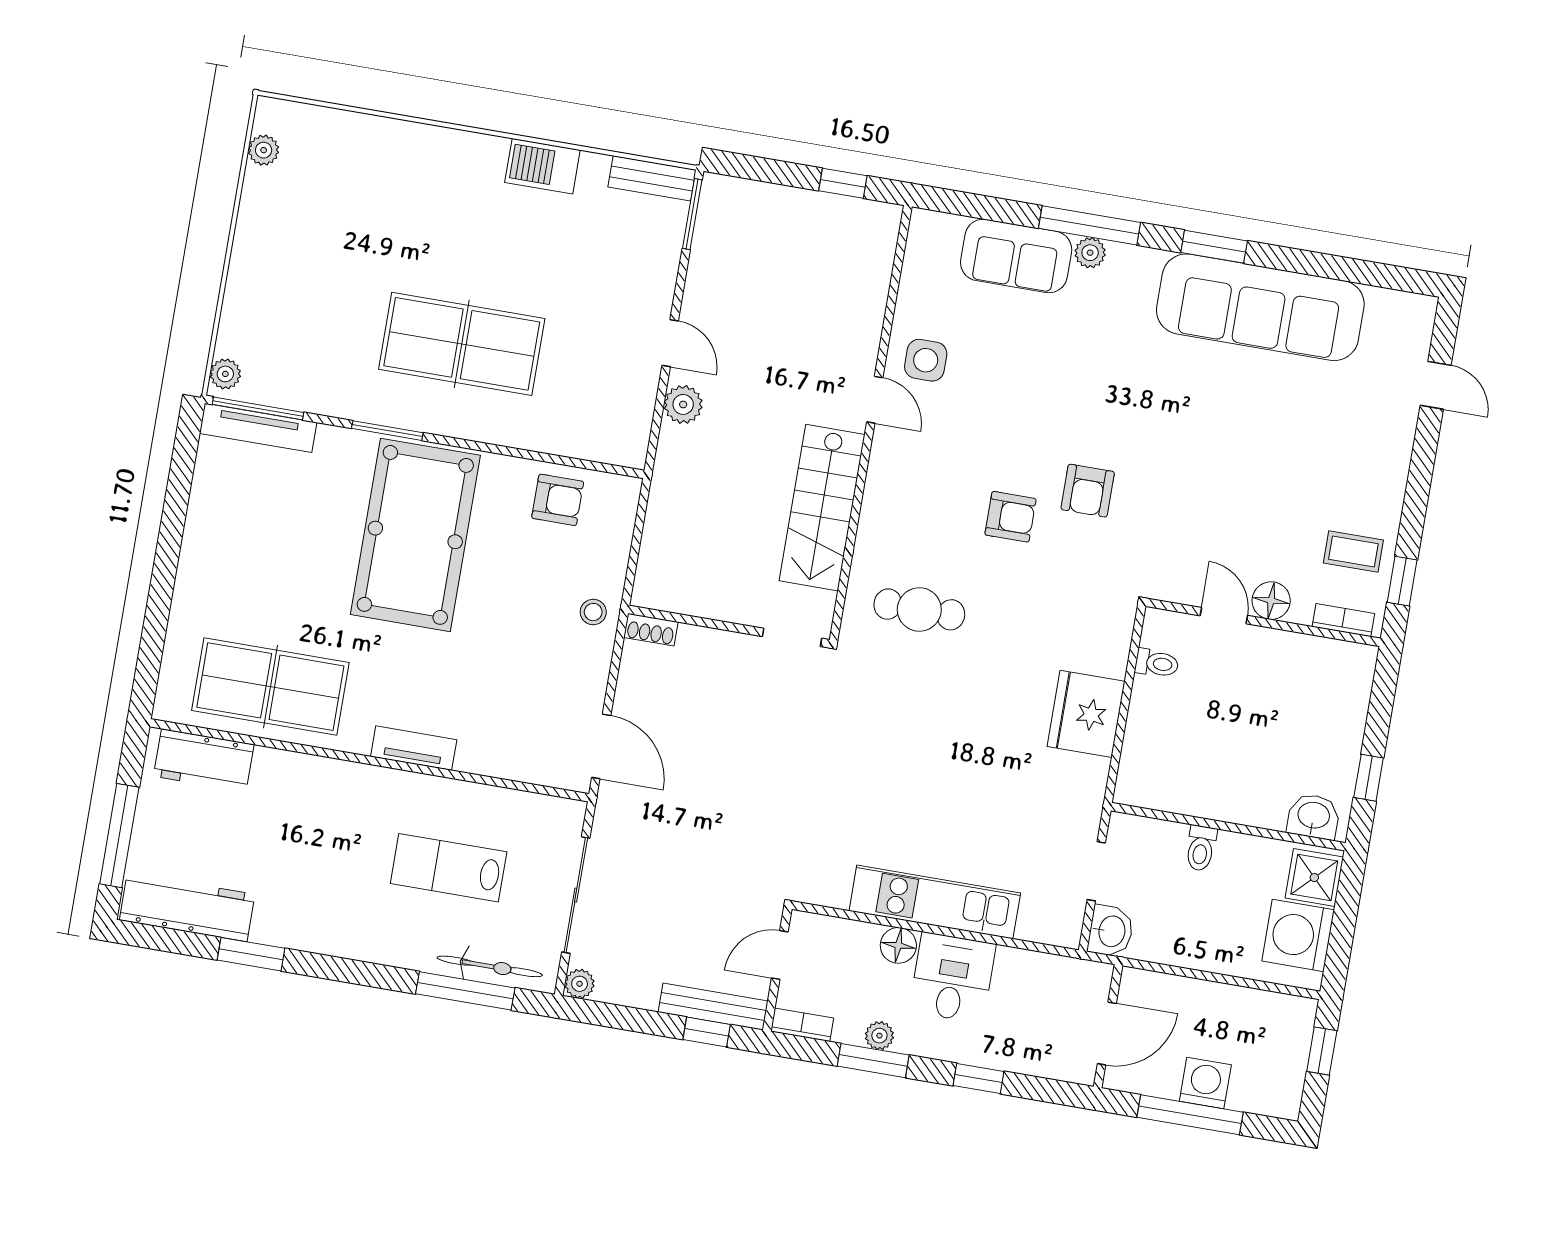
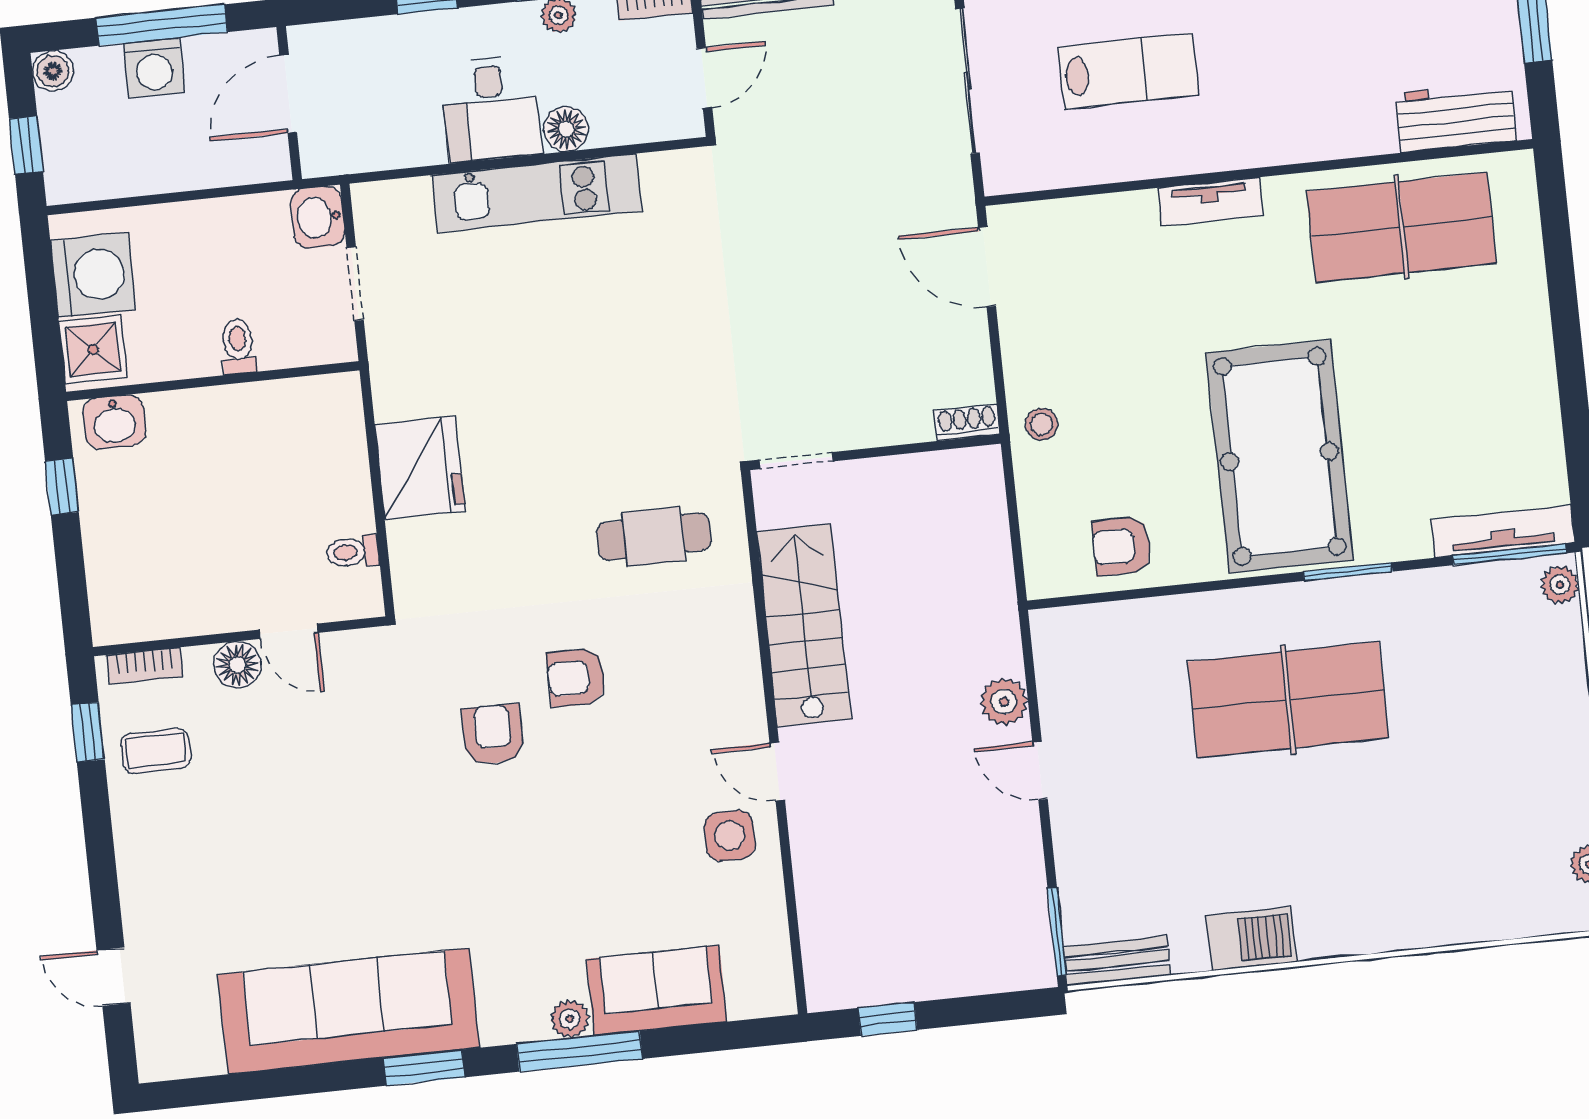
boiler: (1285, 1103) -> (53, 71), added

